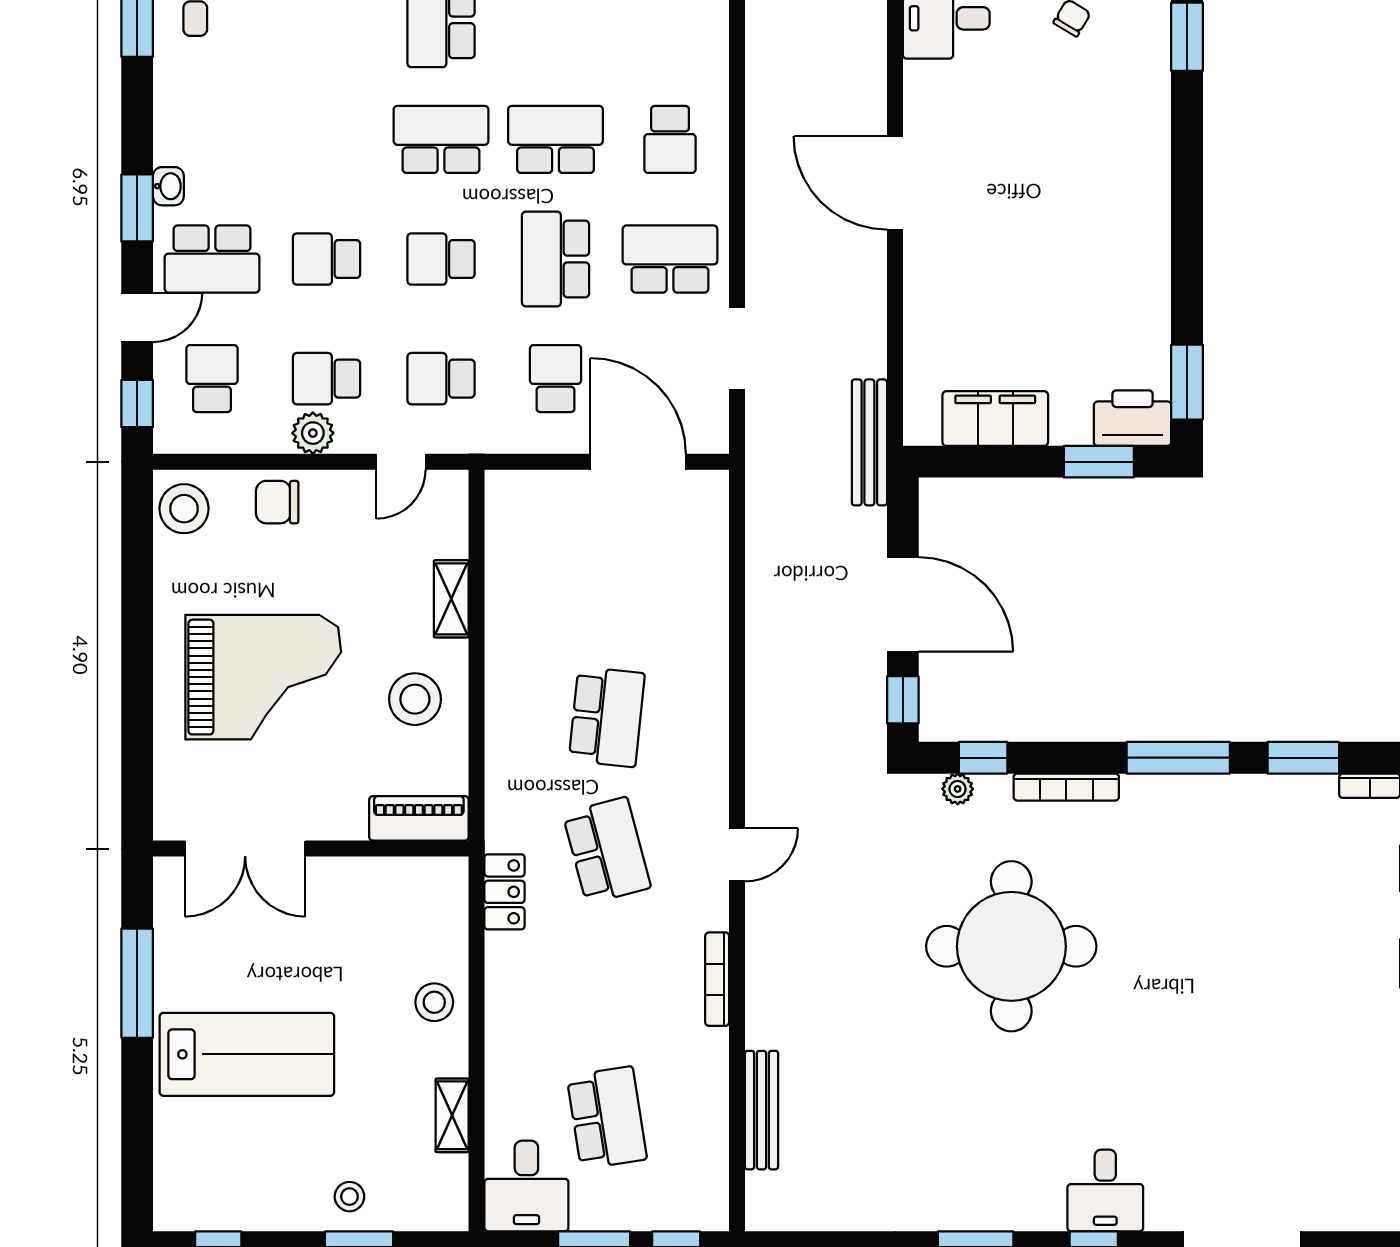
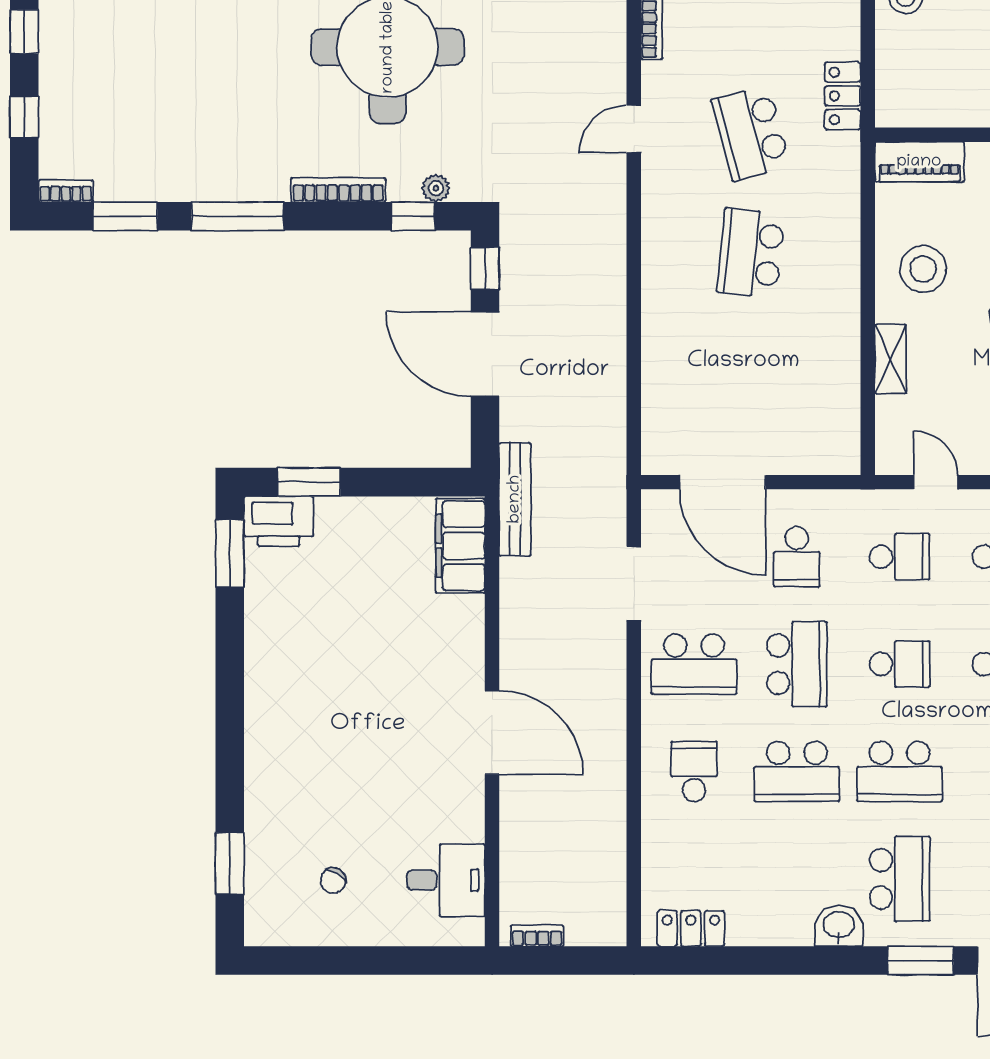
filing cabinet: (995, 419) -> (460, 546), moved, turned 90
door: (401, 462) -> (936, 482), hinge flipped

